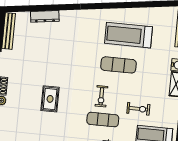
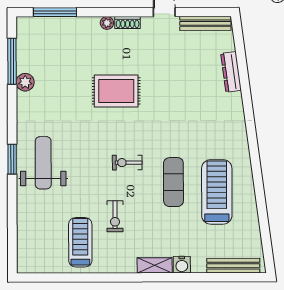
rug: (50, 99) -> (116, 91), width x1.36, depth x1.43
exercise mat: (103, 120) -> (95, 168), removed

